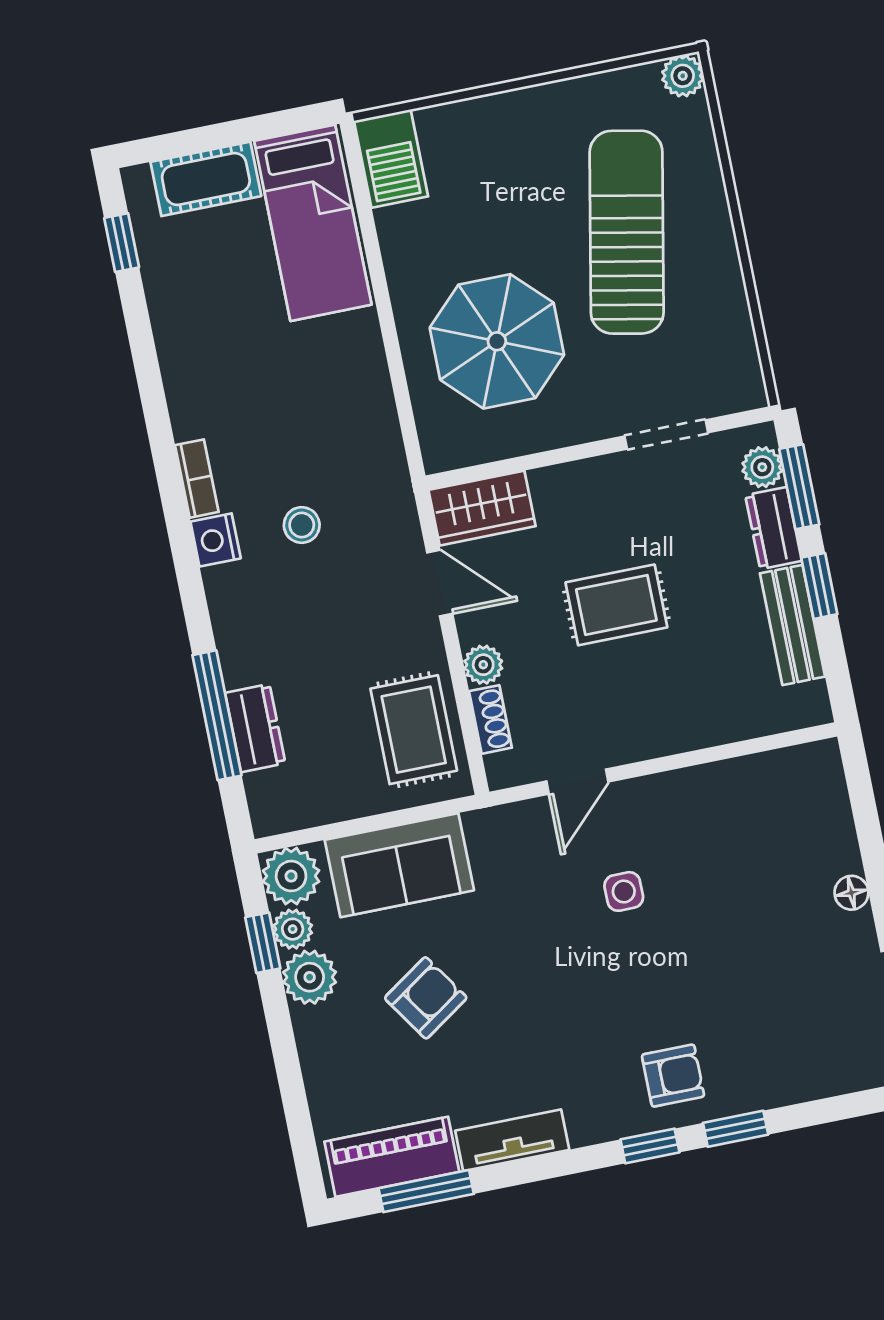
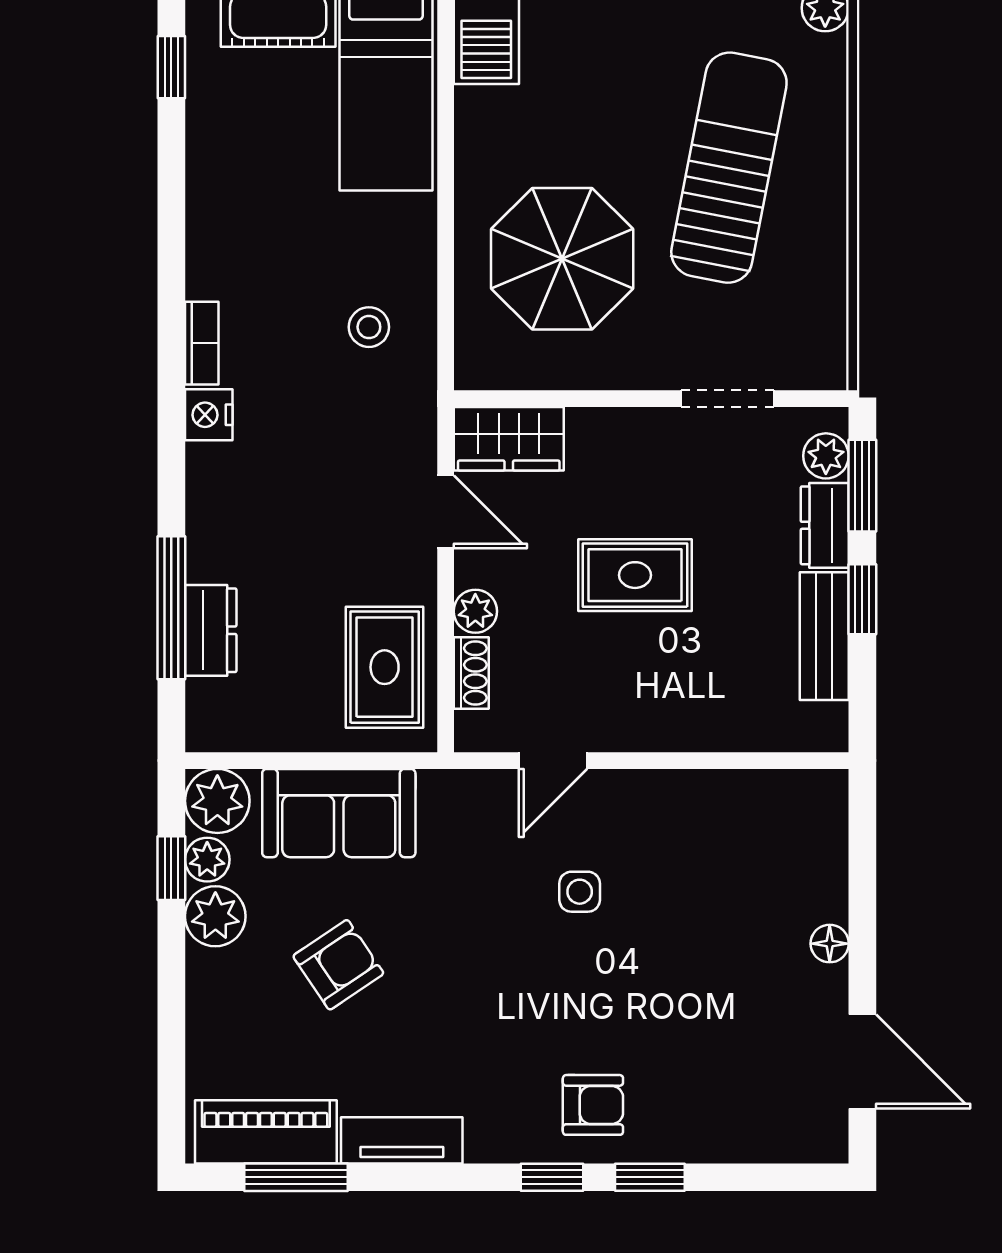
stool: (302, 525) -> (369, 327), moved

